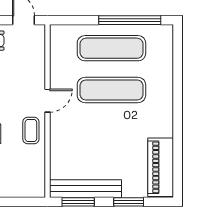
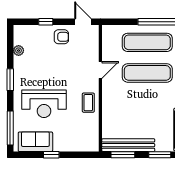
door: (48, 101) -> (100, 70), moved

